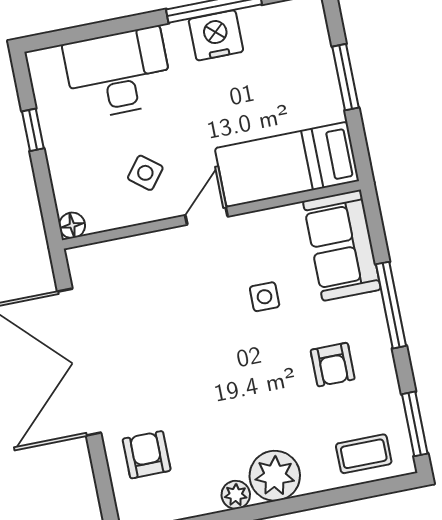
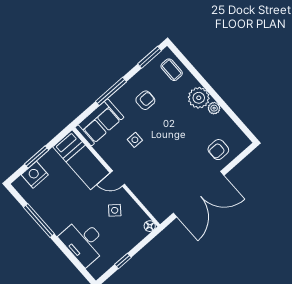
nightstand: (216, 35) -> (35, 175), moved, turned 90

